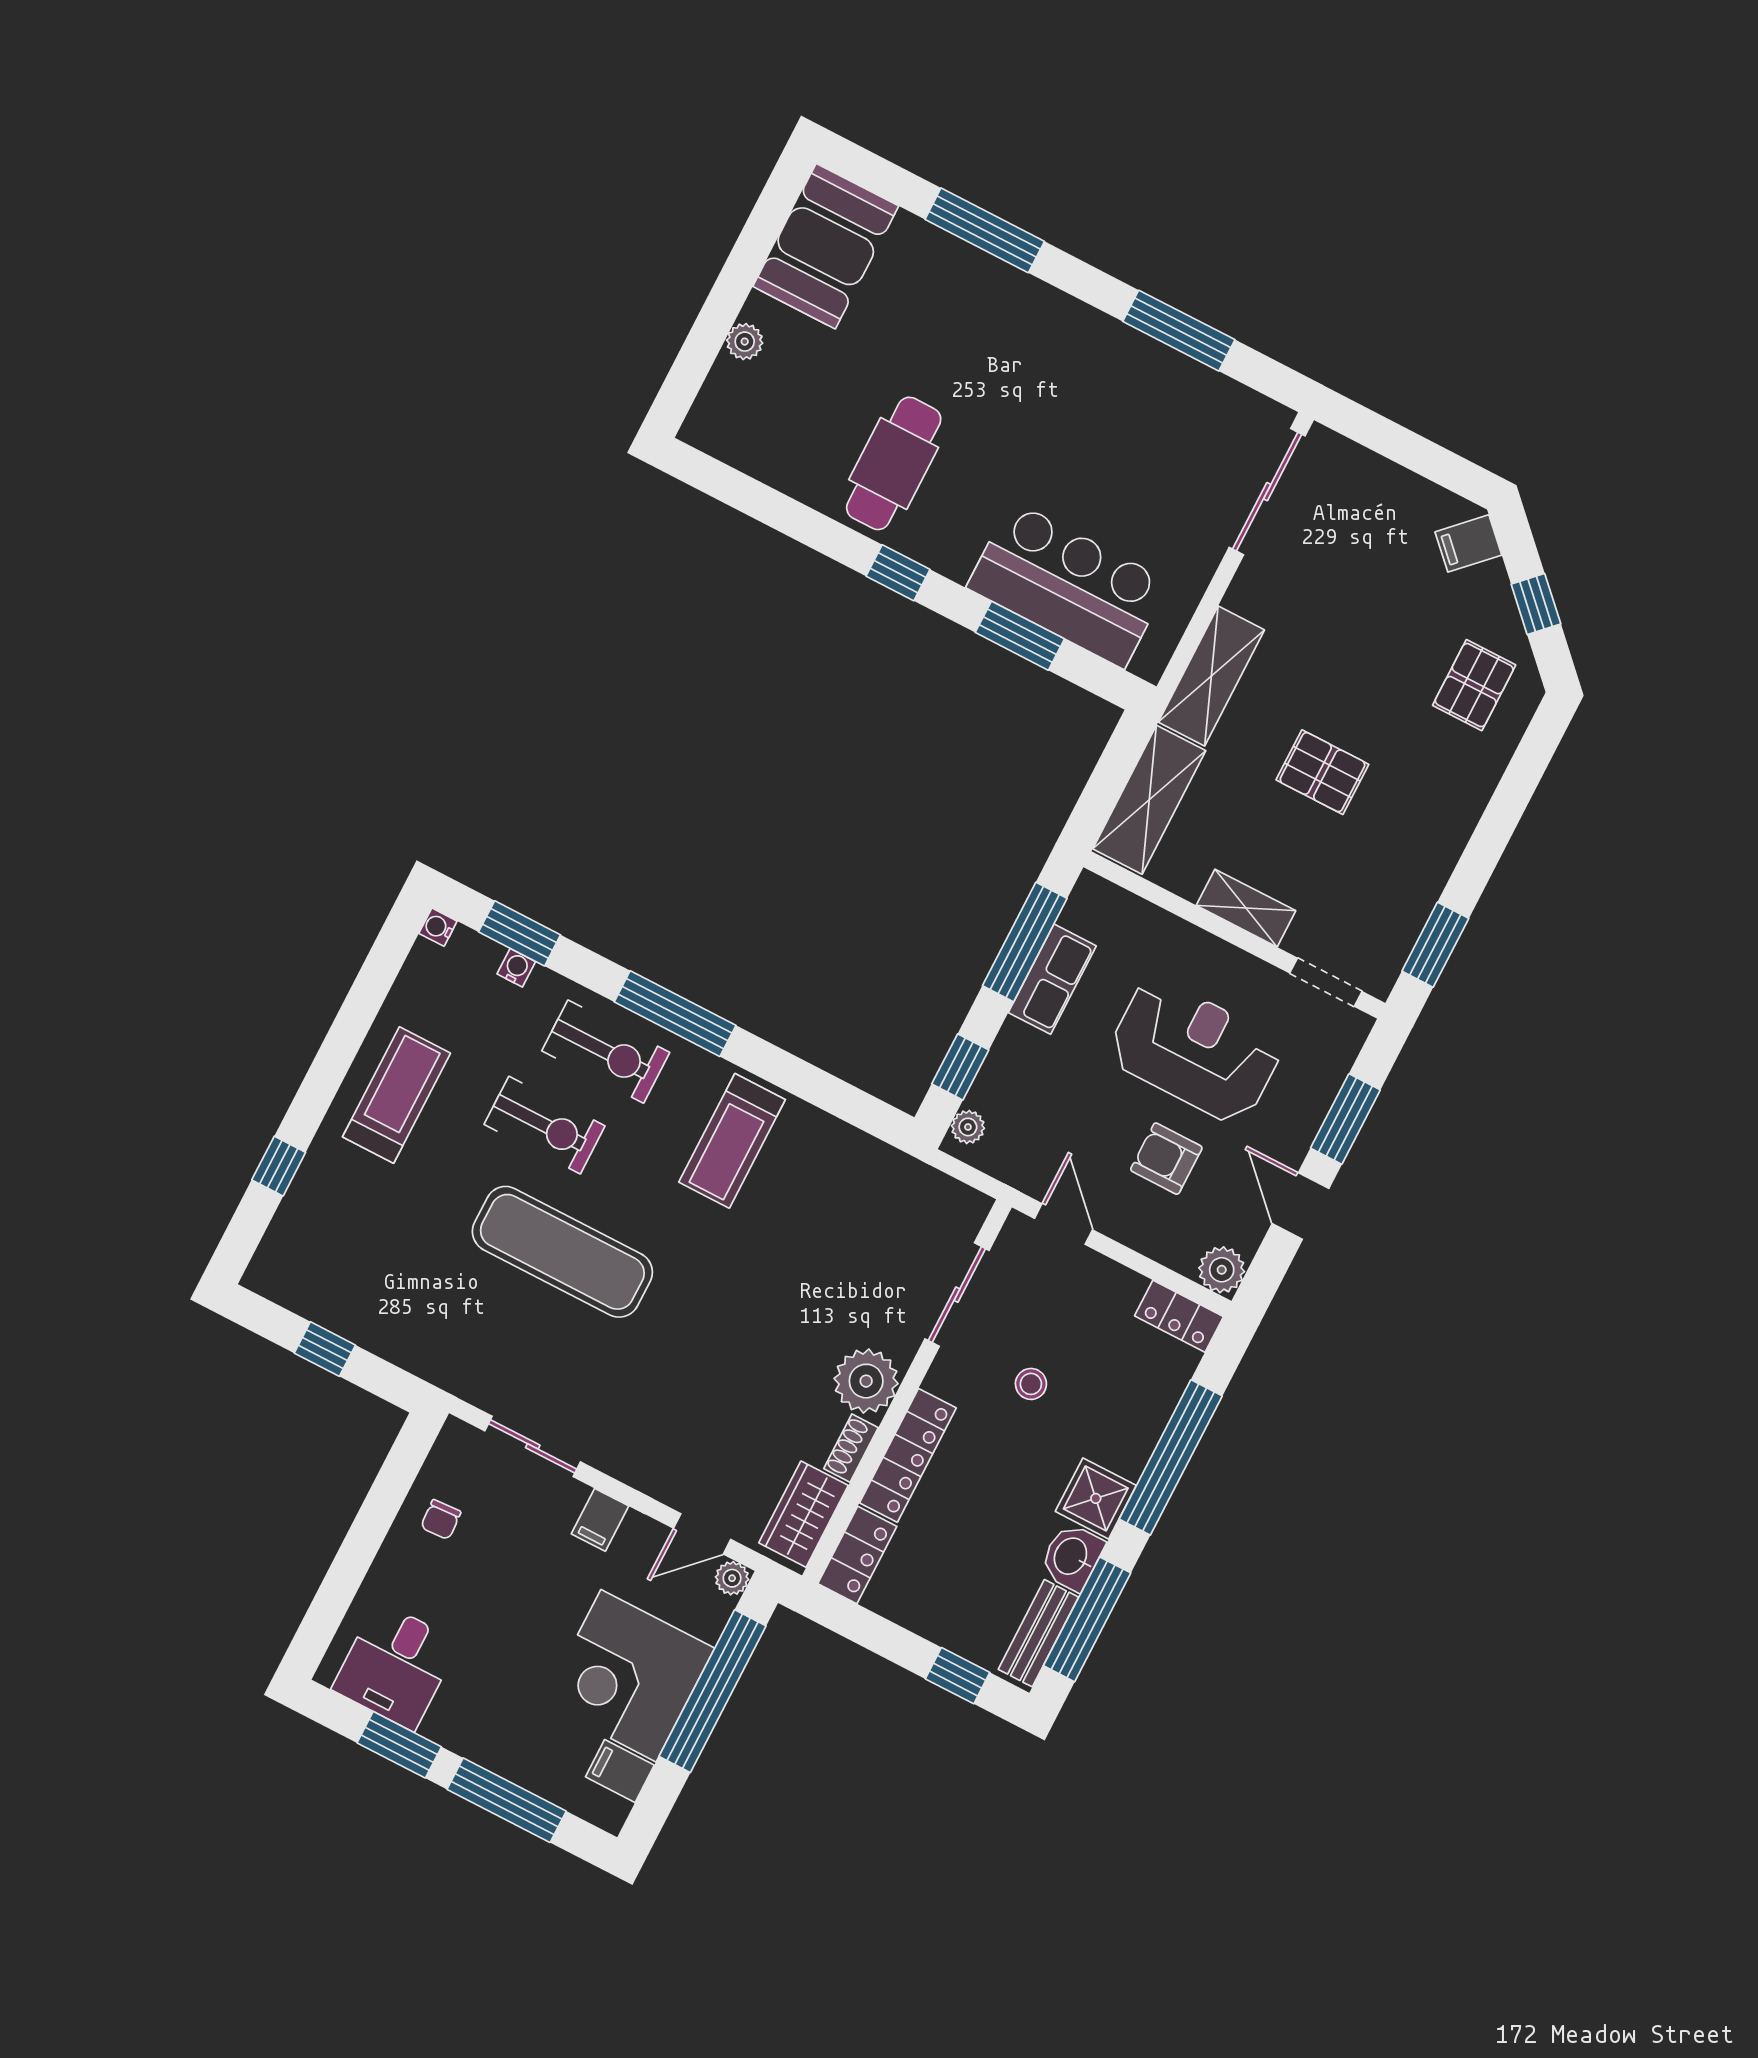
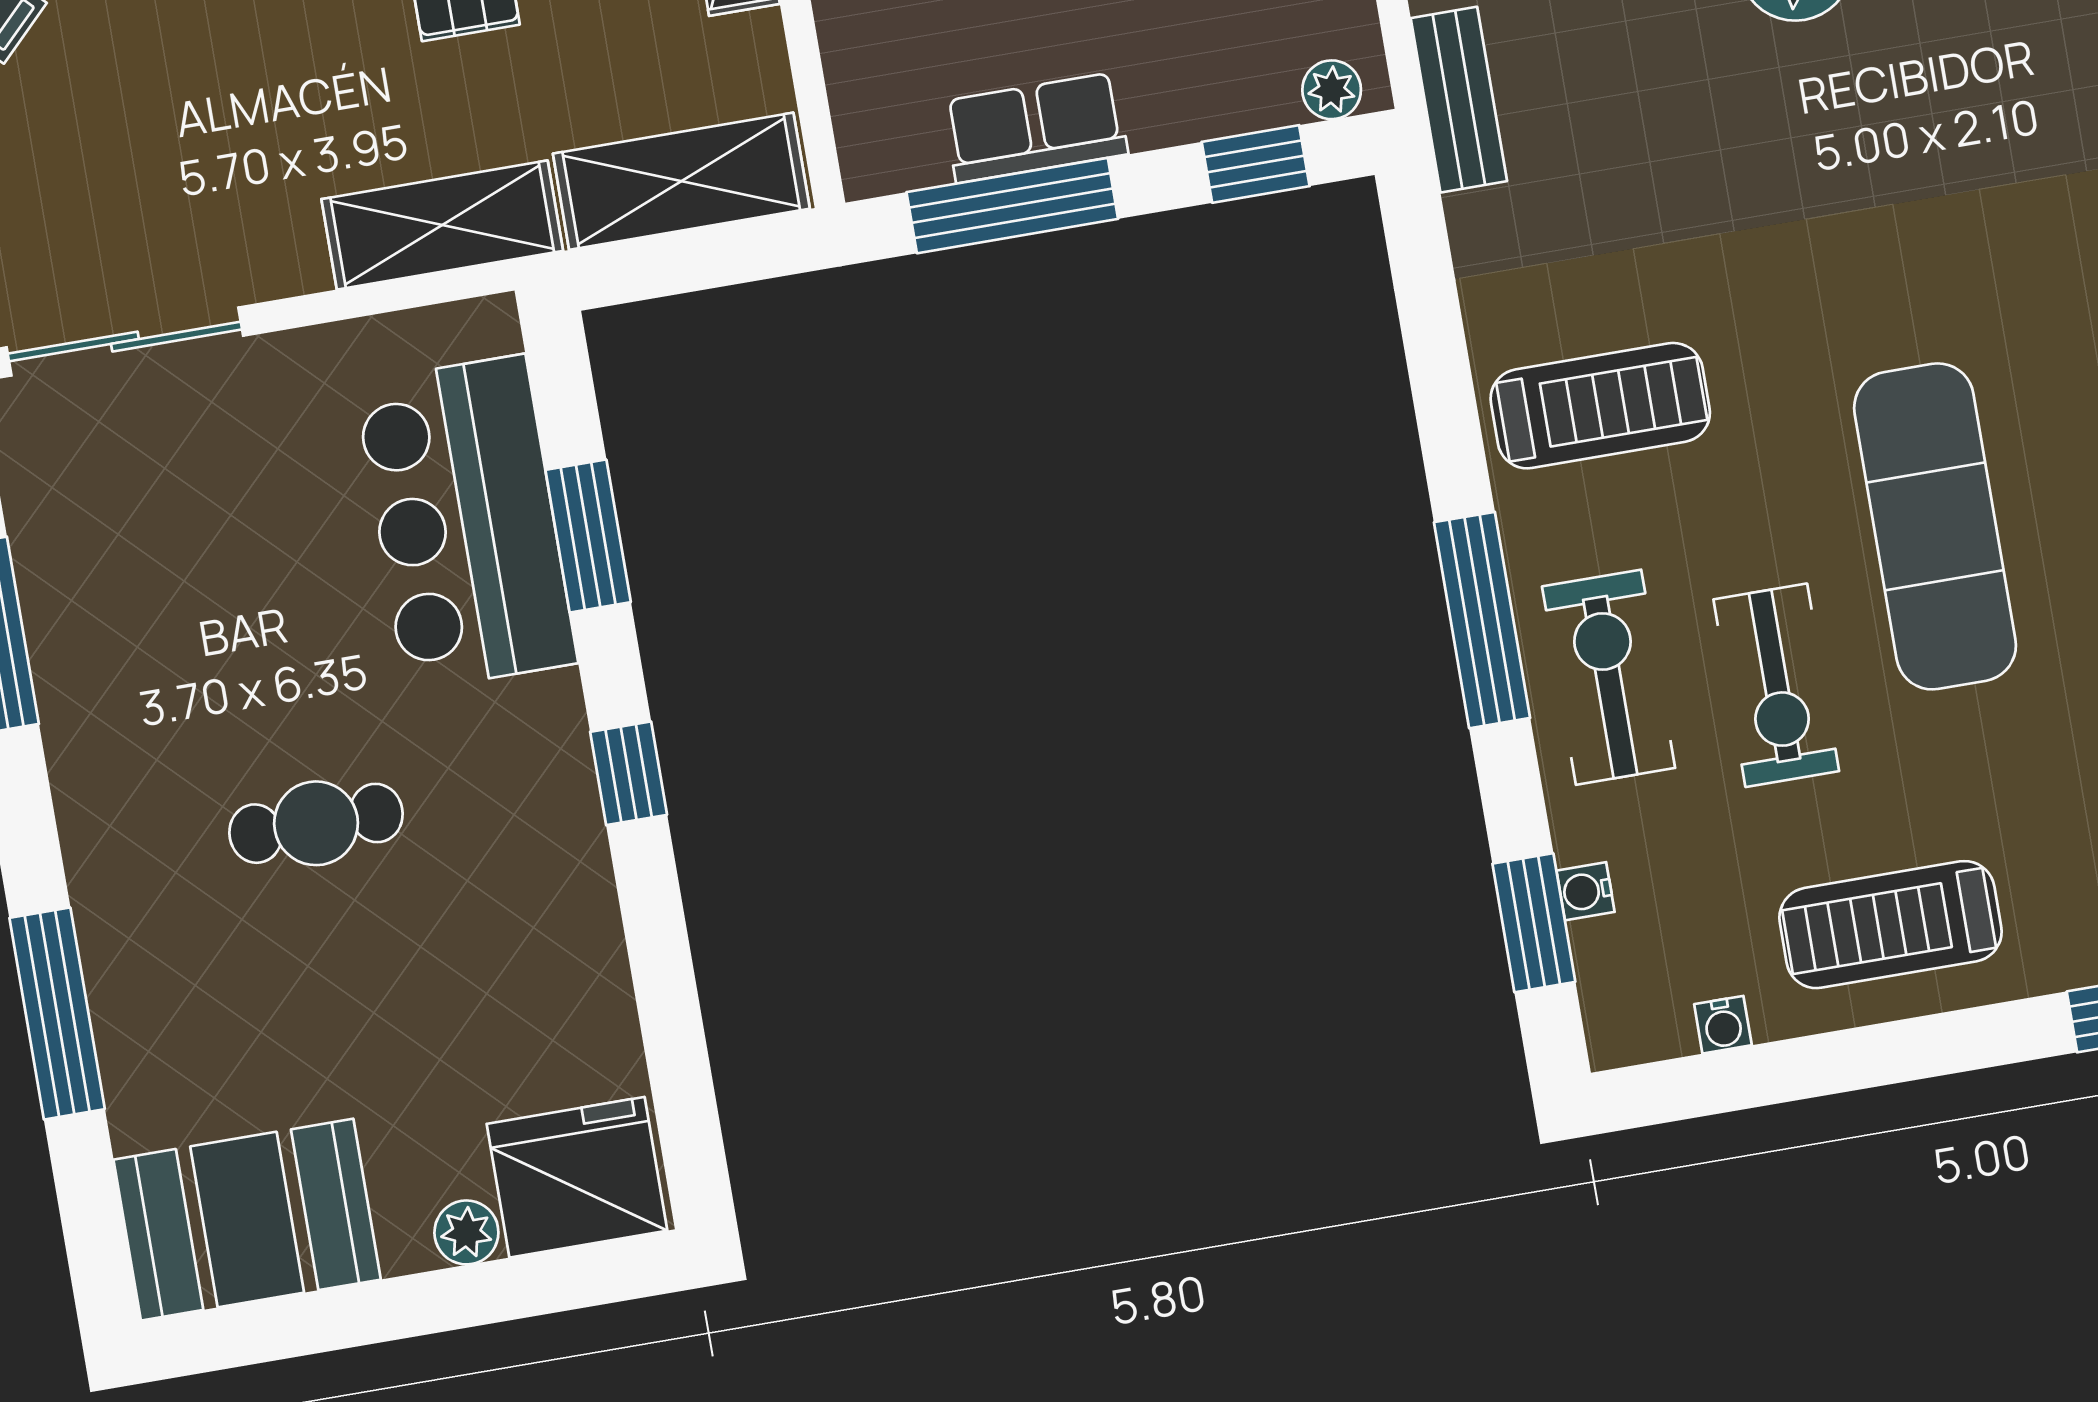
fridge: (732, 411) -> (577, 1177), added
cafe table: (894, 463) -> (316, 823), moved, width x0.73, depth x0.74
water cooler: (438, 927) -> (1723, 1025), moved
exercise bike: (545, 1125) -> (1776, 685), turned 180
bench: (920, 1181) -> (1459, 100), added

